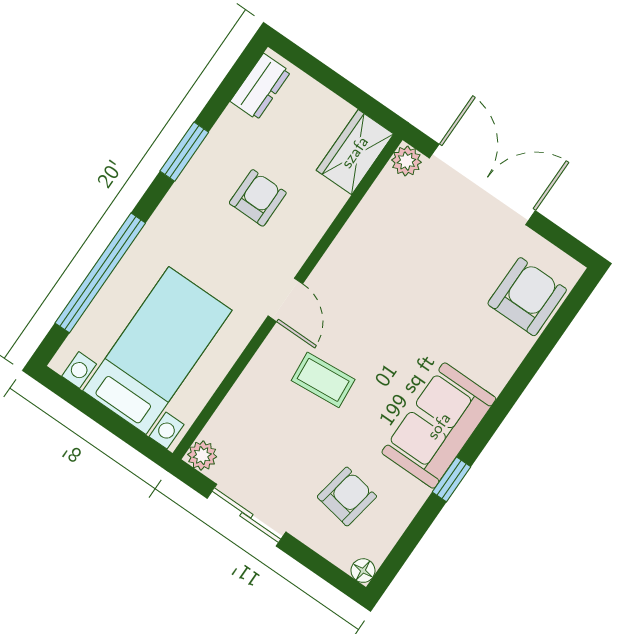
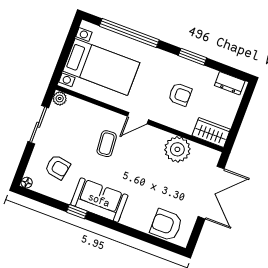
plant: (406, 161) -> (177, 149), moved, width x1.88, depth x1.88
armchair: (527, 297) -> (166, 225), turned 180

